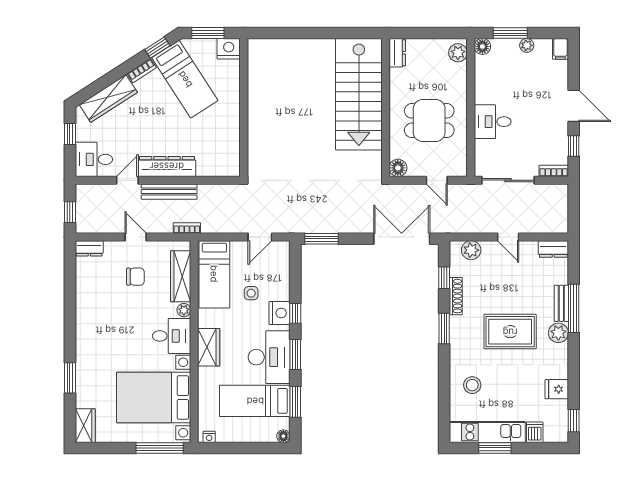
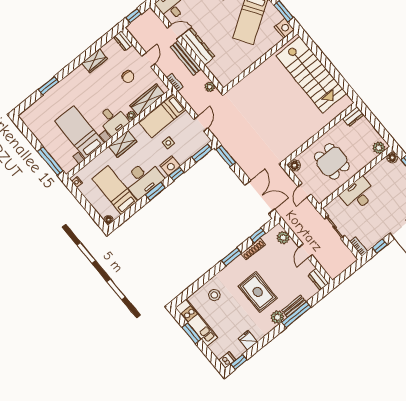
stairs: (359, 94) -> (311, 75), moved, turned -90
desk: (493, 122) -> (358, 194), width x1.37
sliding door: (508, 180) -> (334, 227), width x0.73
plant: (225, 191) -> (210, 87), added
door: (260, 237) -> (201, 124), swing flipped
bed with nightstands: (154, 398) -> (79, 132), width x0.73
window: (295, 402) -> (202, 153), moved
wardrobe: (85, 426) -> (95, 61), moved
dishwasher: (535, 432) -> (227, 360), moved

